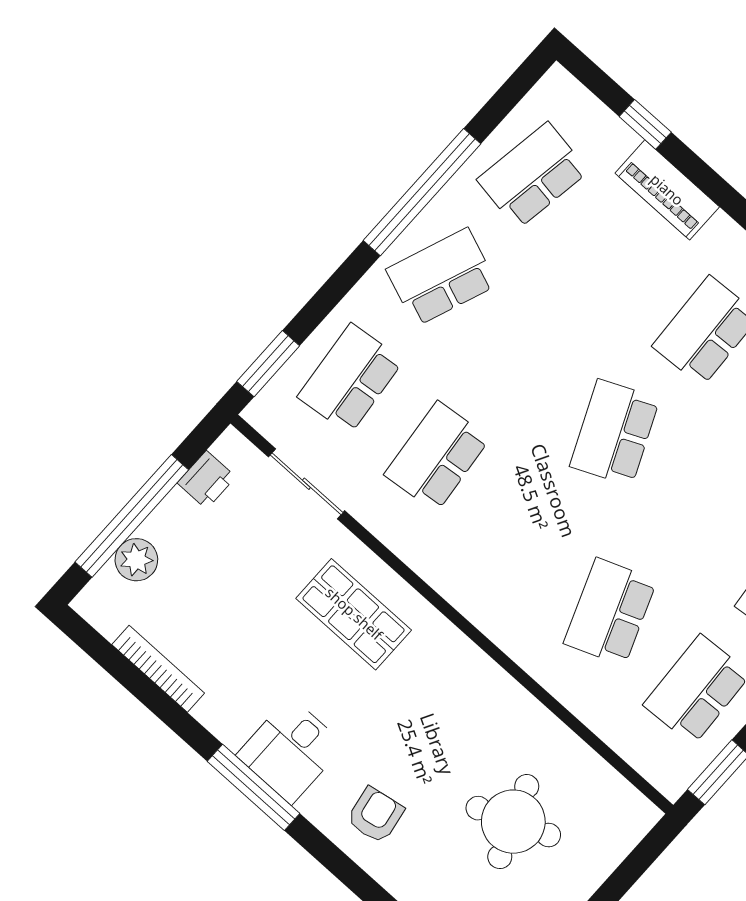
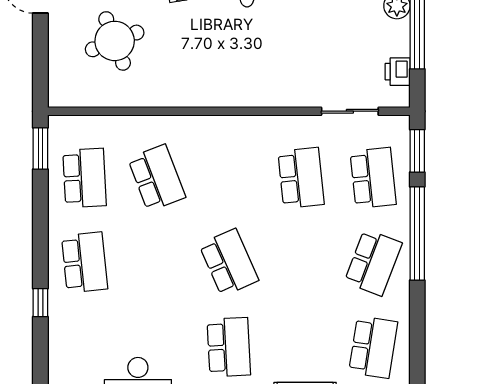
window: (422, 192) -> (417, 234), moved
shop shelf: (354, 614) -> (274, 71), removed

